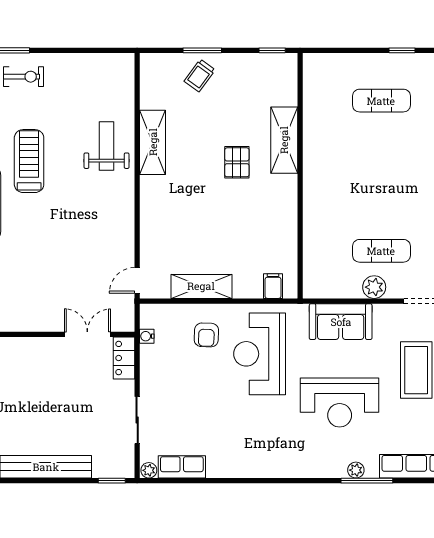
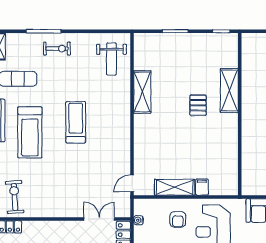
trolley: (200, 75) -> (173, 48), removed
weight bench: (107, 146) -> (111, 59), moved, turned 180
treadmill: (29, 161) -> (76, 122), moved
filing cabinet: (273, 286) -> (202, 187), moved

